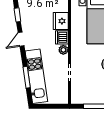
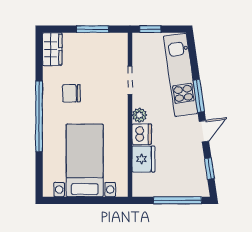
window: (27, 77) -> (199, 96), moved
window: (56, 106) -> (150, 29), added

